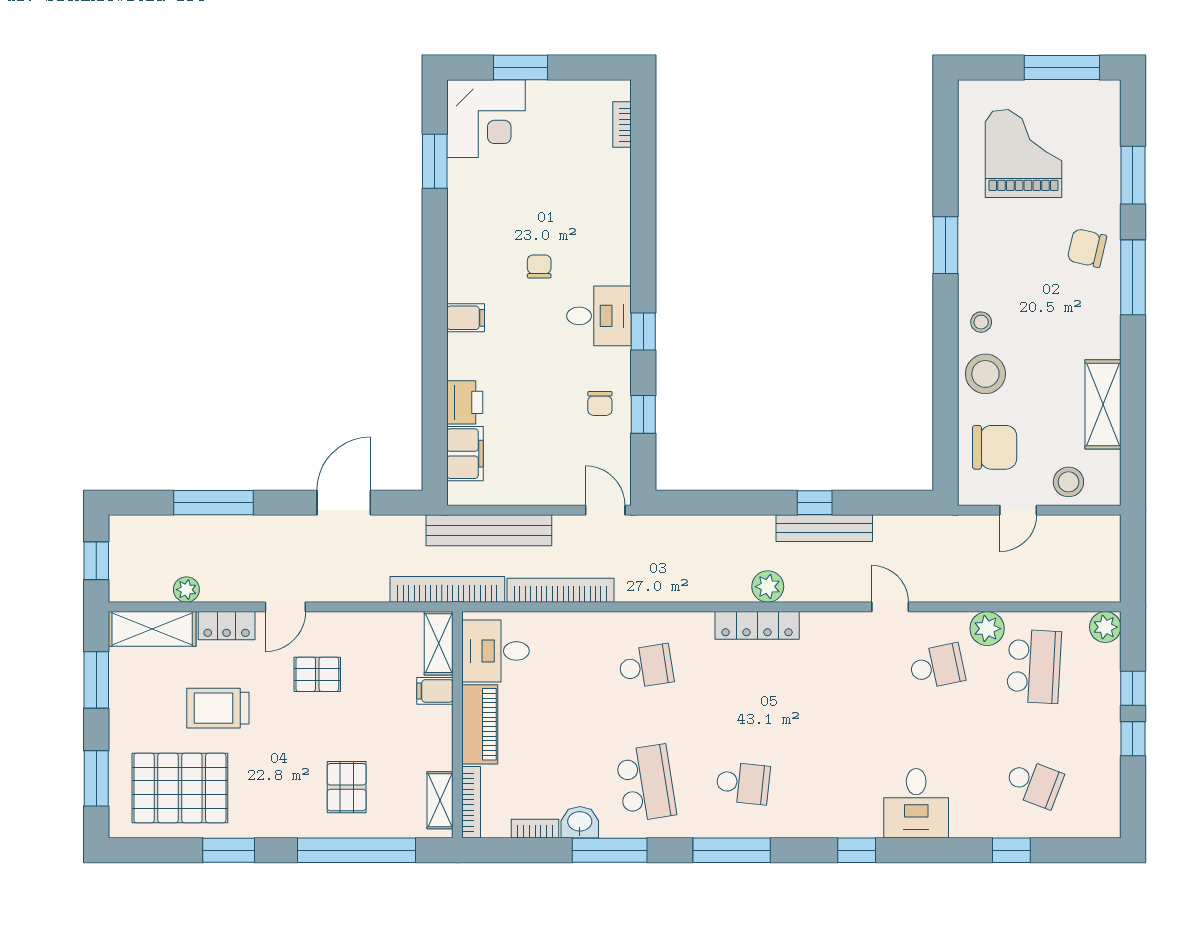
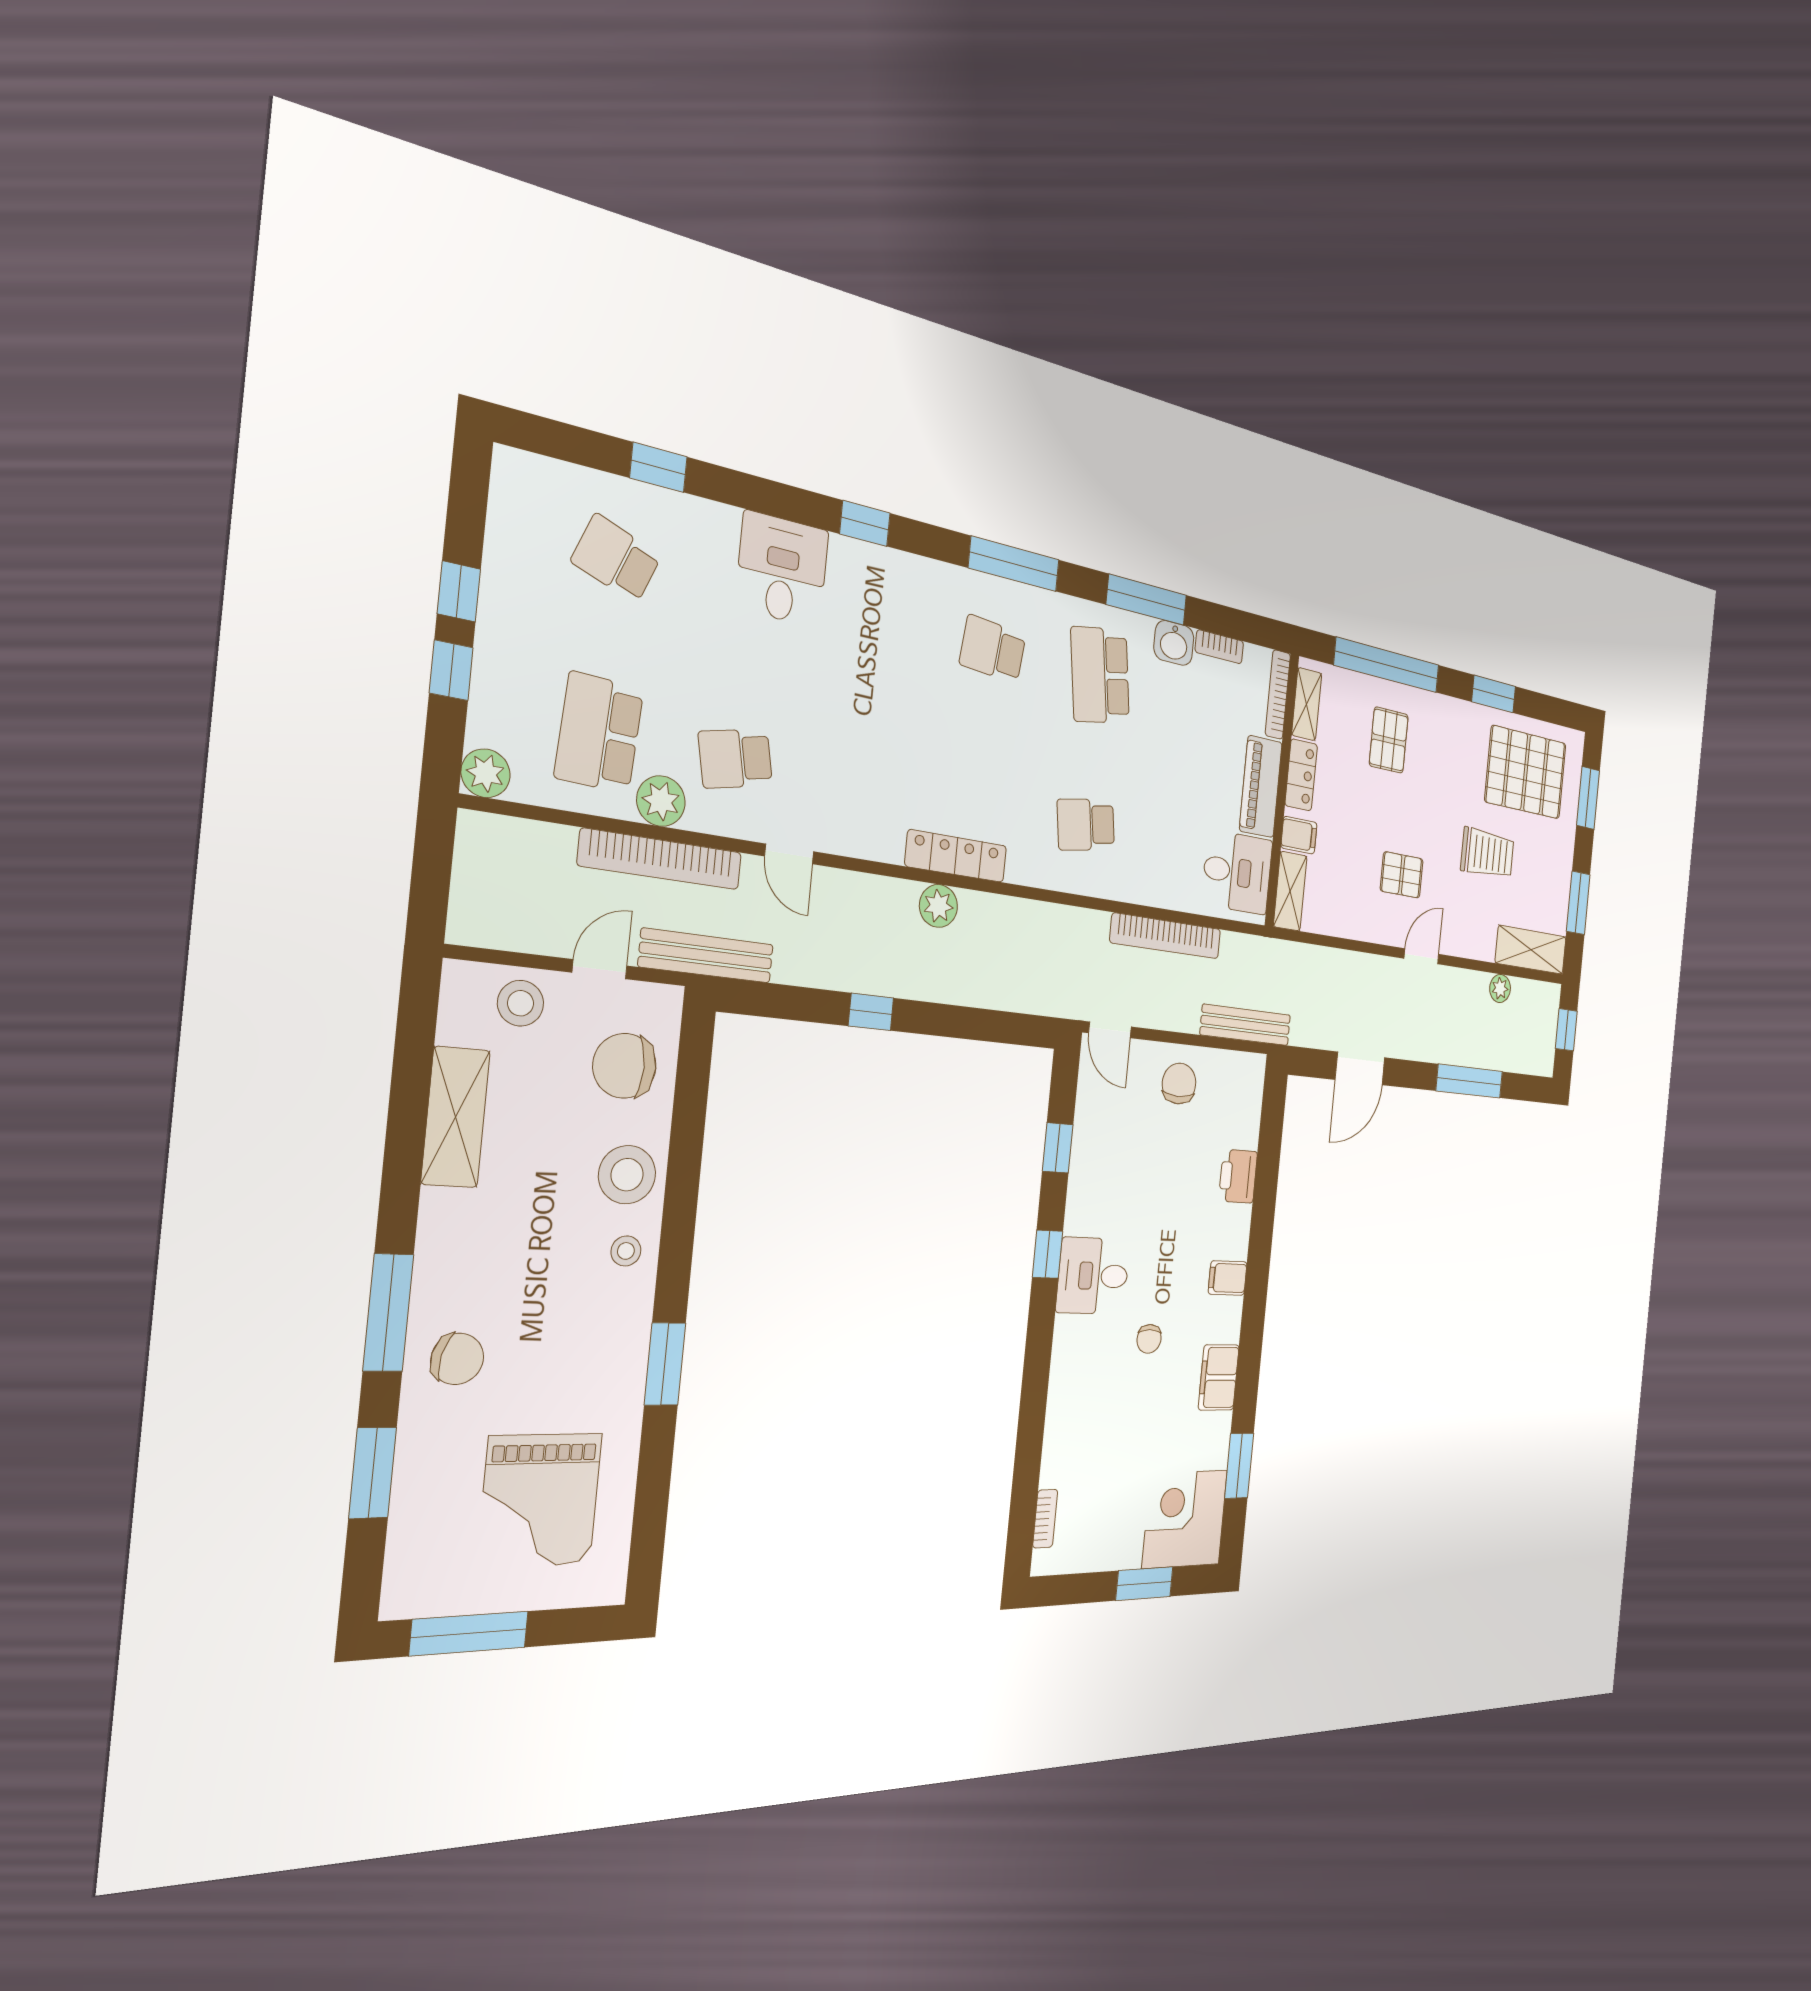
chair: (600, 403) -> (1179, 1084), moved, width x1.37, depth x1.37
filing cabinet: (465, 454) -> (1219, 1377), moved
bench: (824, 528) -> (706, 956), moved
bench: (489, 530) -> (1246, 1025), width x0.73, depth x0.82
bookcase: (447, 589) -> (661, 859), moved
locker: (227, 626) -> (1301, 775), moved, turned 90

